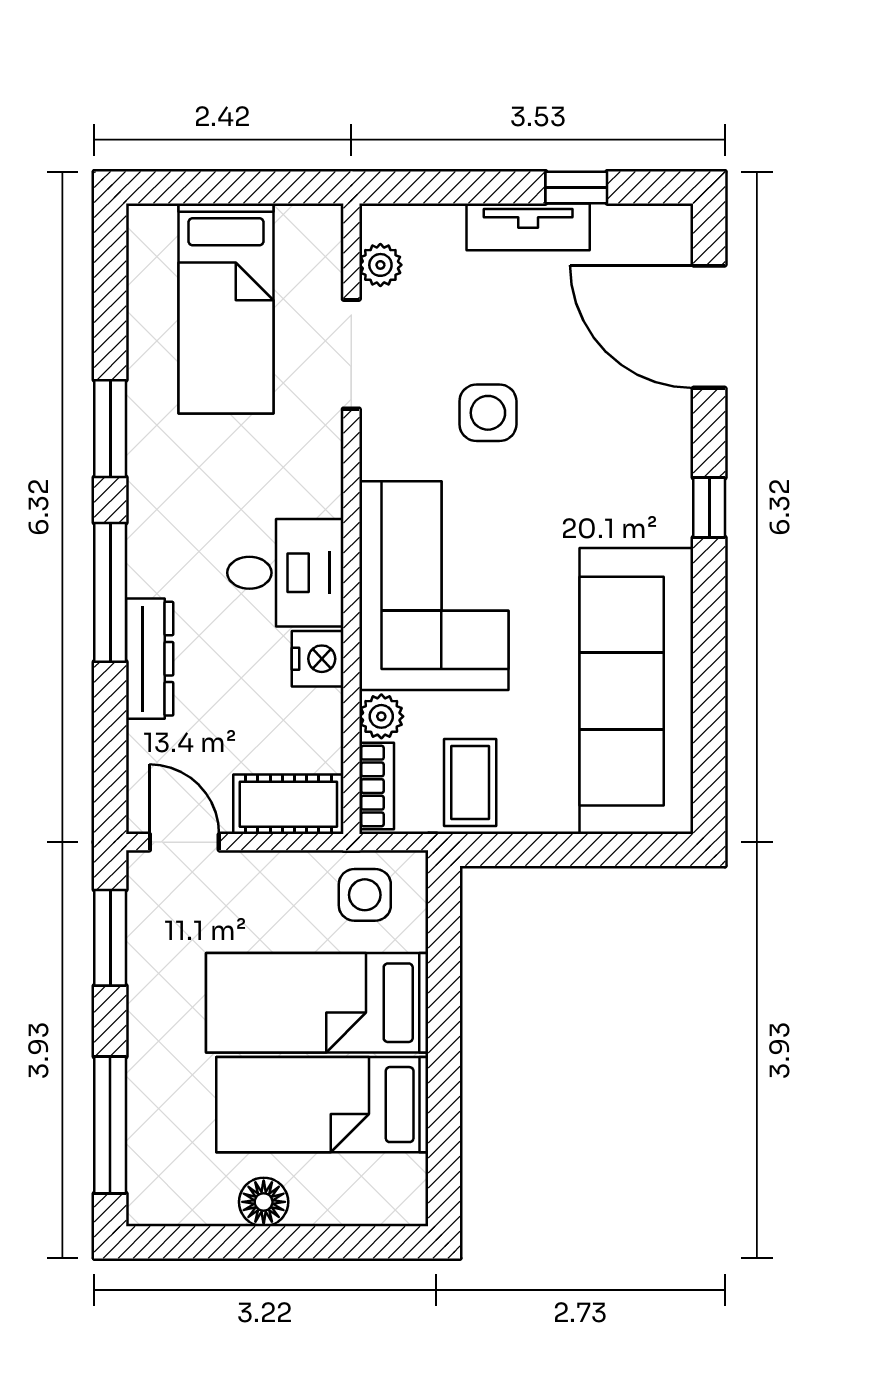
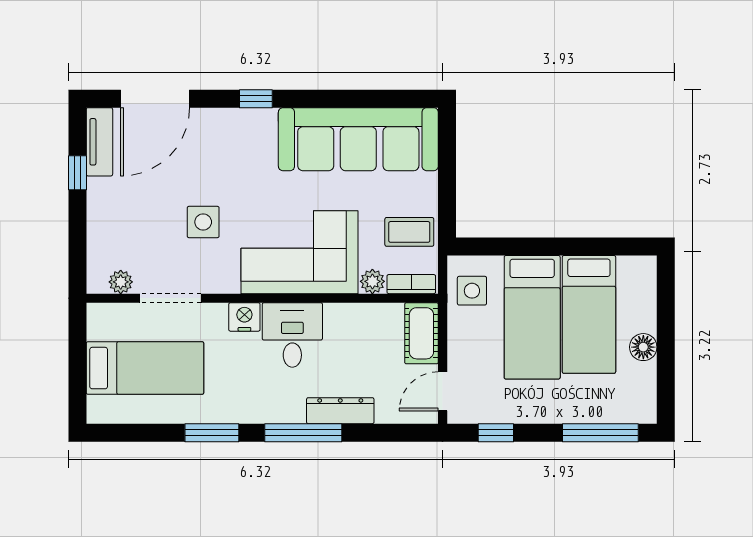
tv unit: (528, 227) -> (99, 142), moved
nightstand: (318, 659) -> (244, 317), moved
window: (110, 938) -> (496, 433), width x0.67

